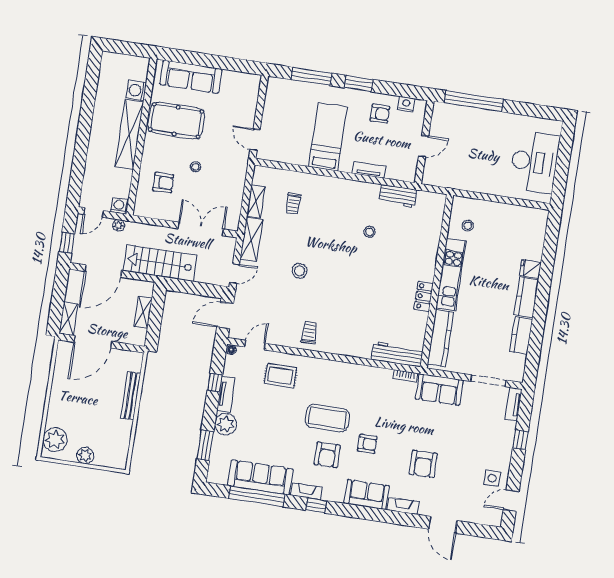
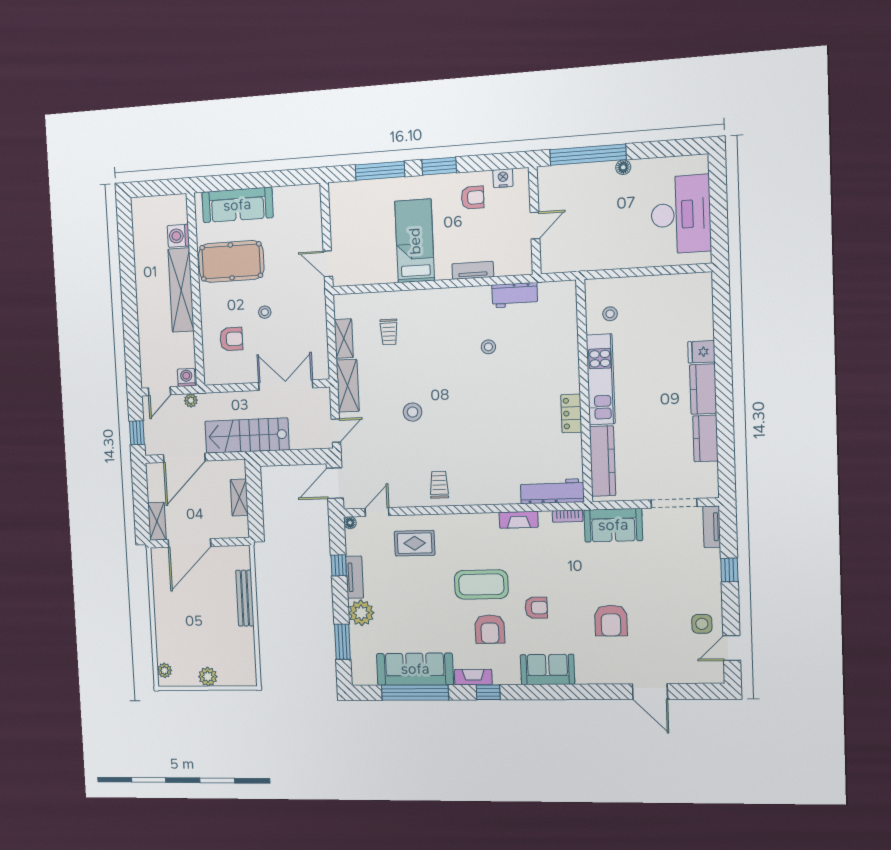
floor lamp: (498, 117) -> (623, 167), added
plant: (55, 440) -> (165, 670), width x0.53, depth x0.53
fireplace: (403, 506) -> (519, 520), moved, turned 180

